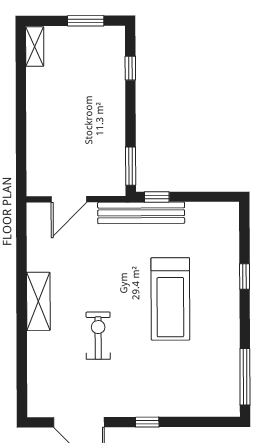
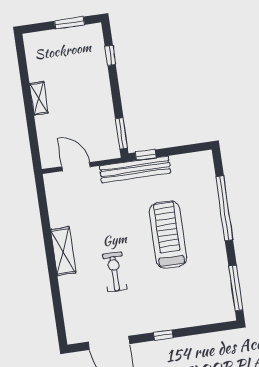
shelving: (35, 47) -> (39, 98), moved
door: (69, 199) -> (76, 167), swing flipped
window: (245, 276) -> (224, 208), width x3.17
treadmill: (170, 299) -> (168, 235), turned 180

